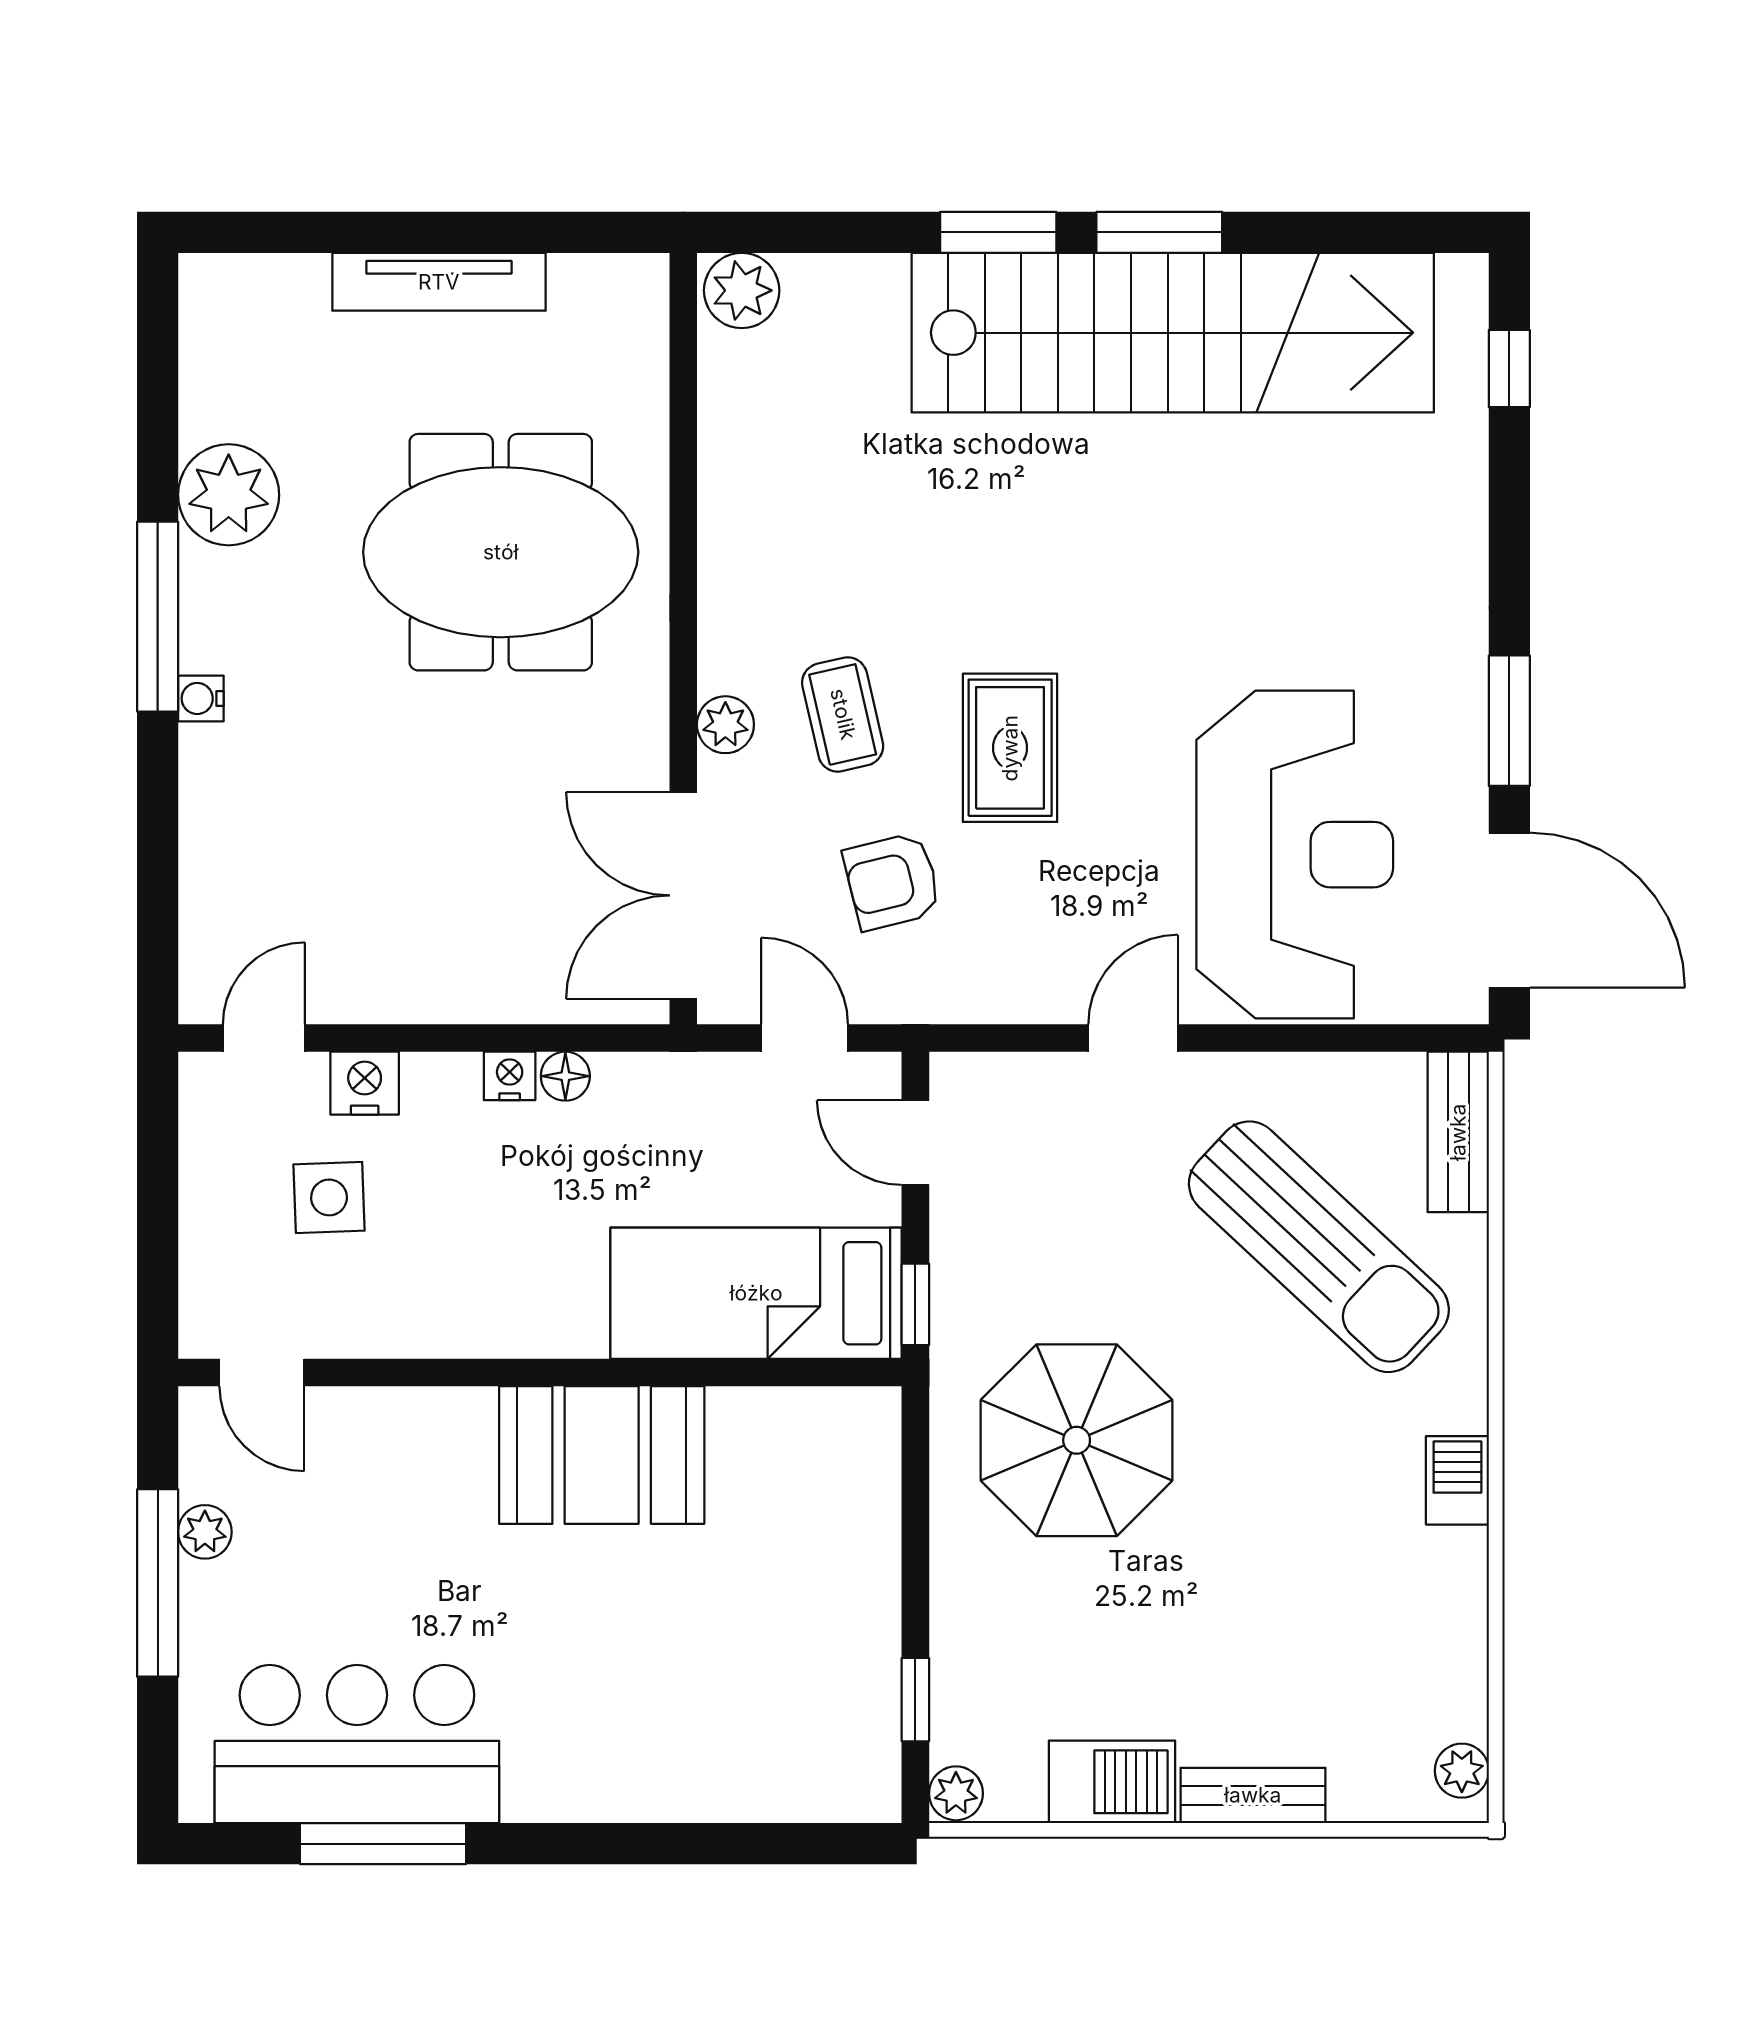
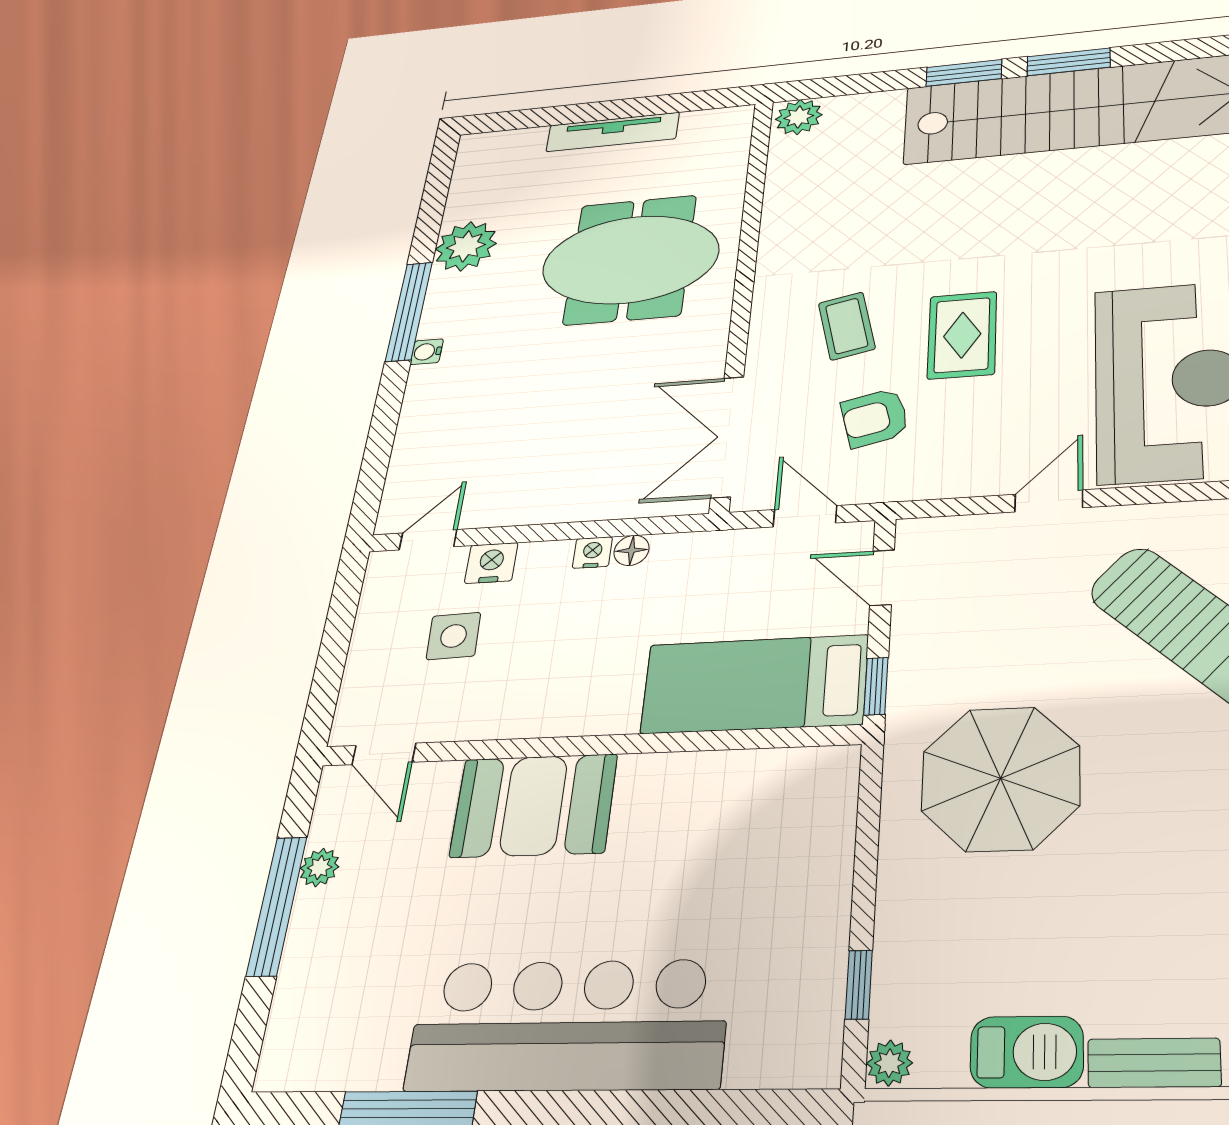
plant: (725, 725) -> (766, 338), removed
booth: (602, 1455) -> (534, 806), moved
bar counter: (357, 1744) -> (568, 1025), moved, width x1.36

